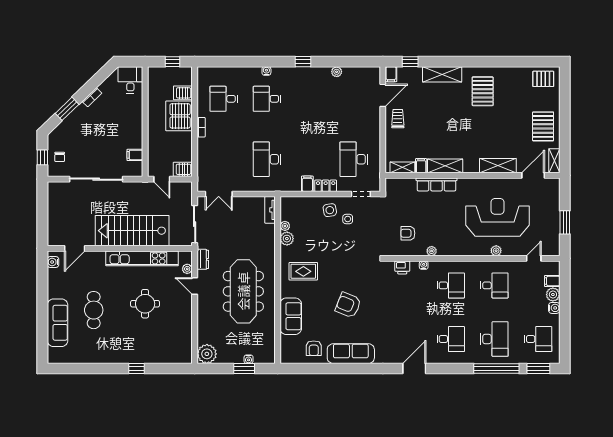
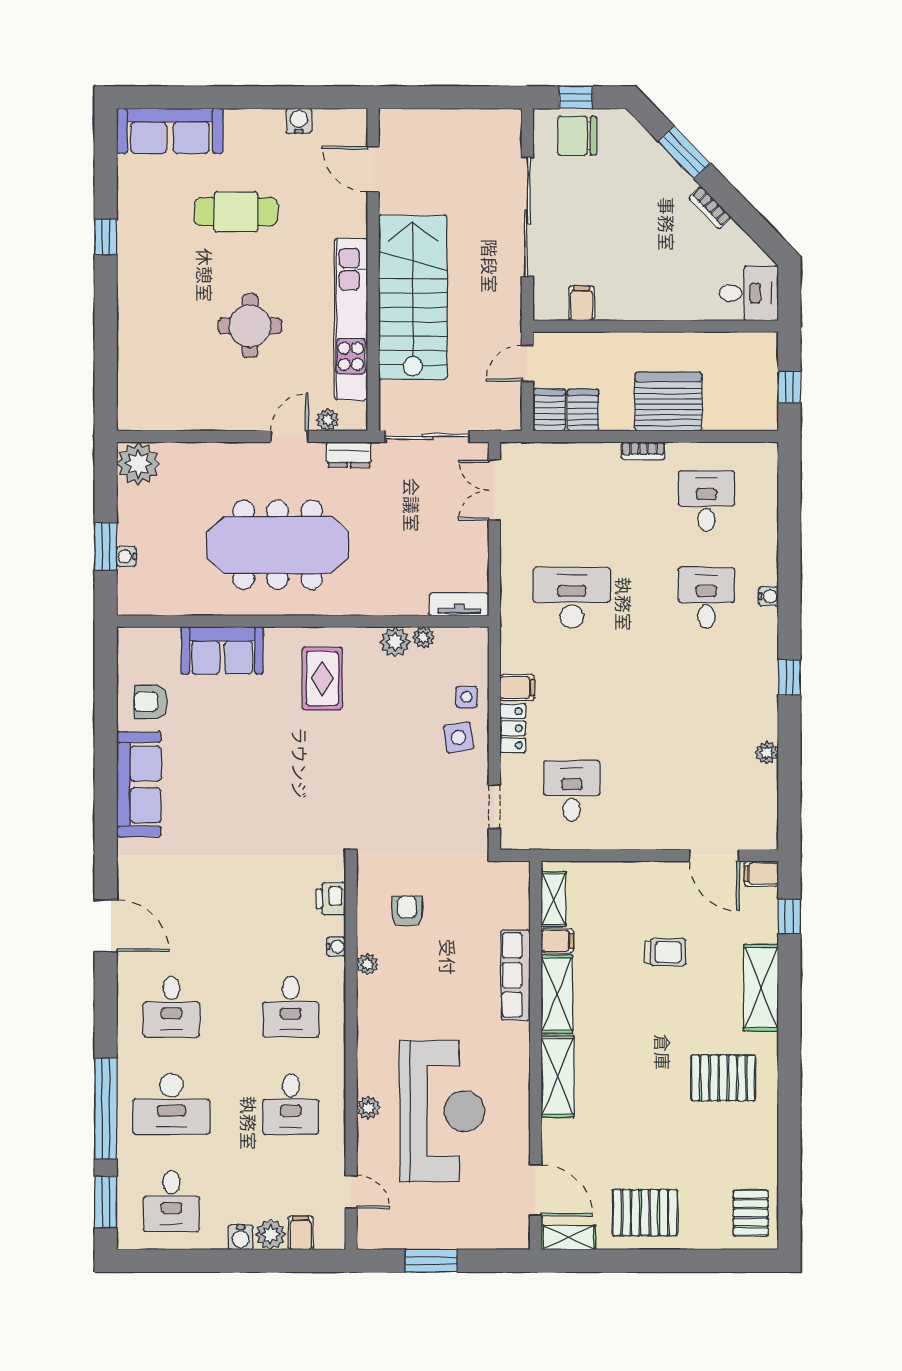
server rack: (183, 93) -> (583, 410), moved
trolley: (398, 119) -> (665, 952), moved
chair: (60, 157) -> (577, 136), width x1.87, depth x1.87
desk: (354, 159) -> (572, 791), width x0.73
shelving: (498, 166) -> (558, 1076), moved
side table: (348, 219) -> (466, 697), moved
water cooler: (53, 262) -> (299, 121), moved
armchair: (348, 305) -> (247, 778), removed
sofa: (57, 323) -> (170, 131), moved
window: (137, 369) -> (106, 237), moved

